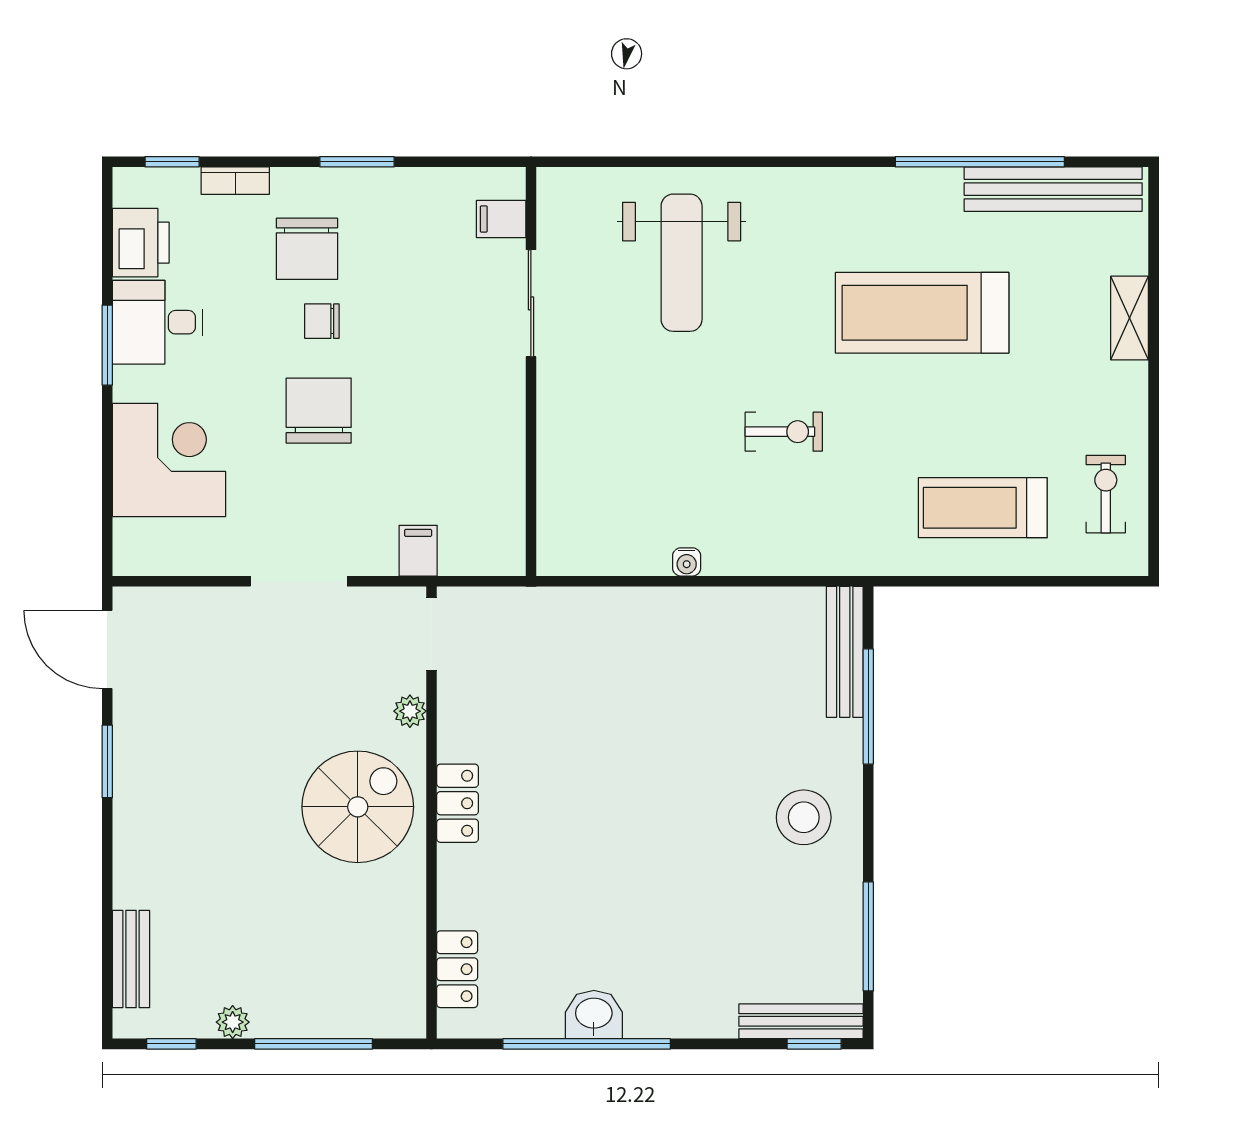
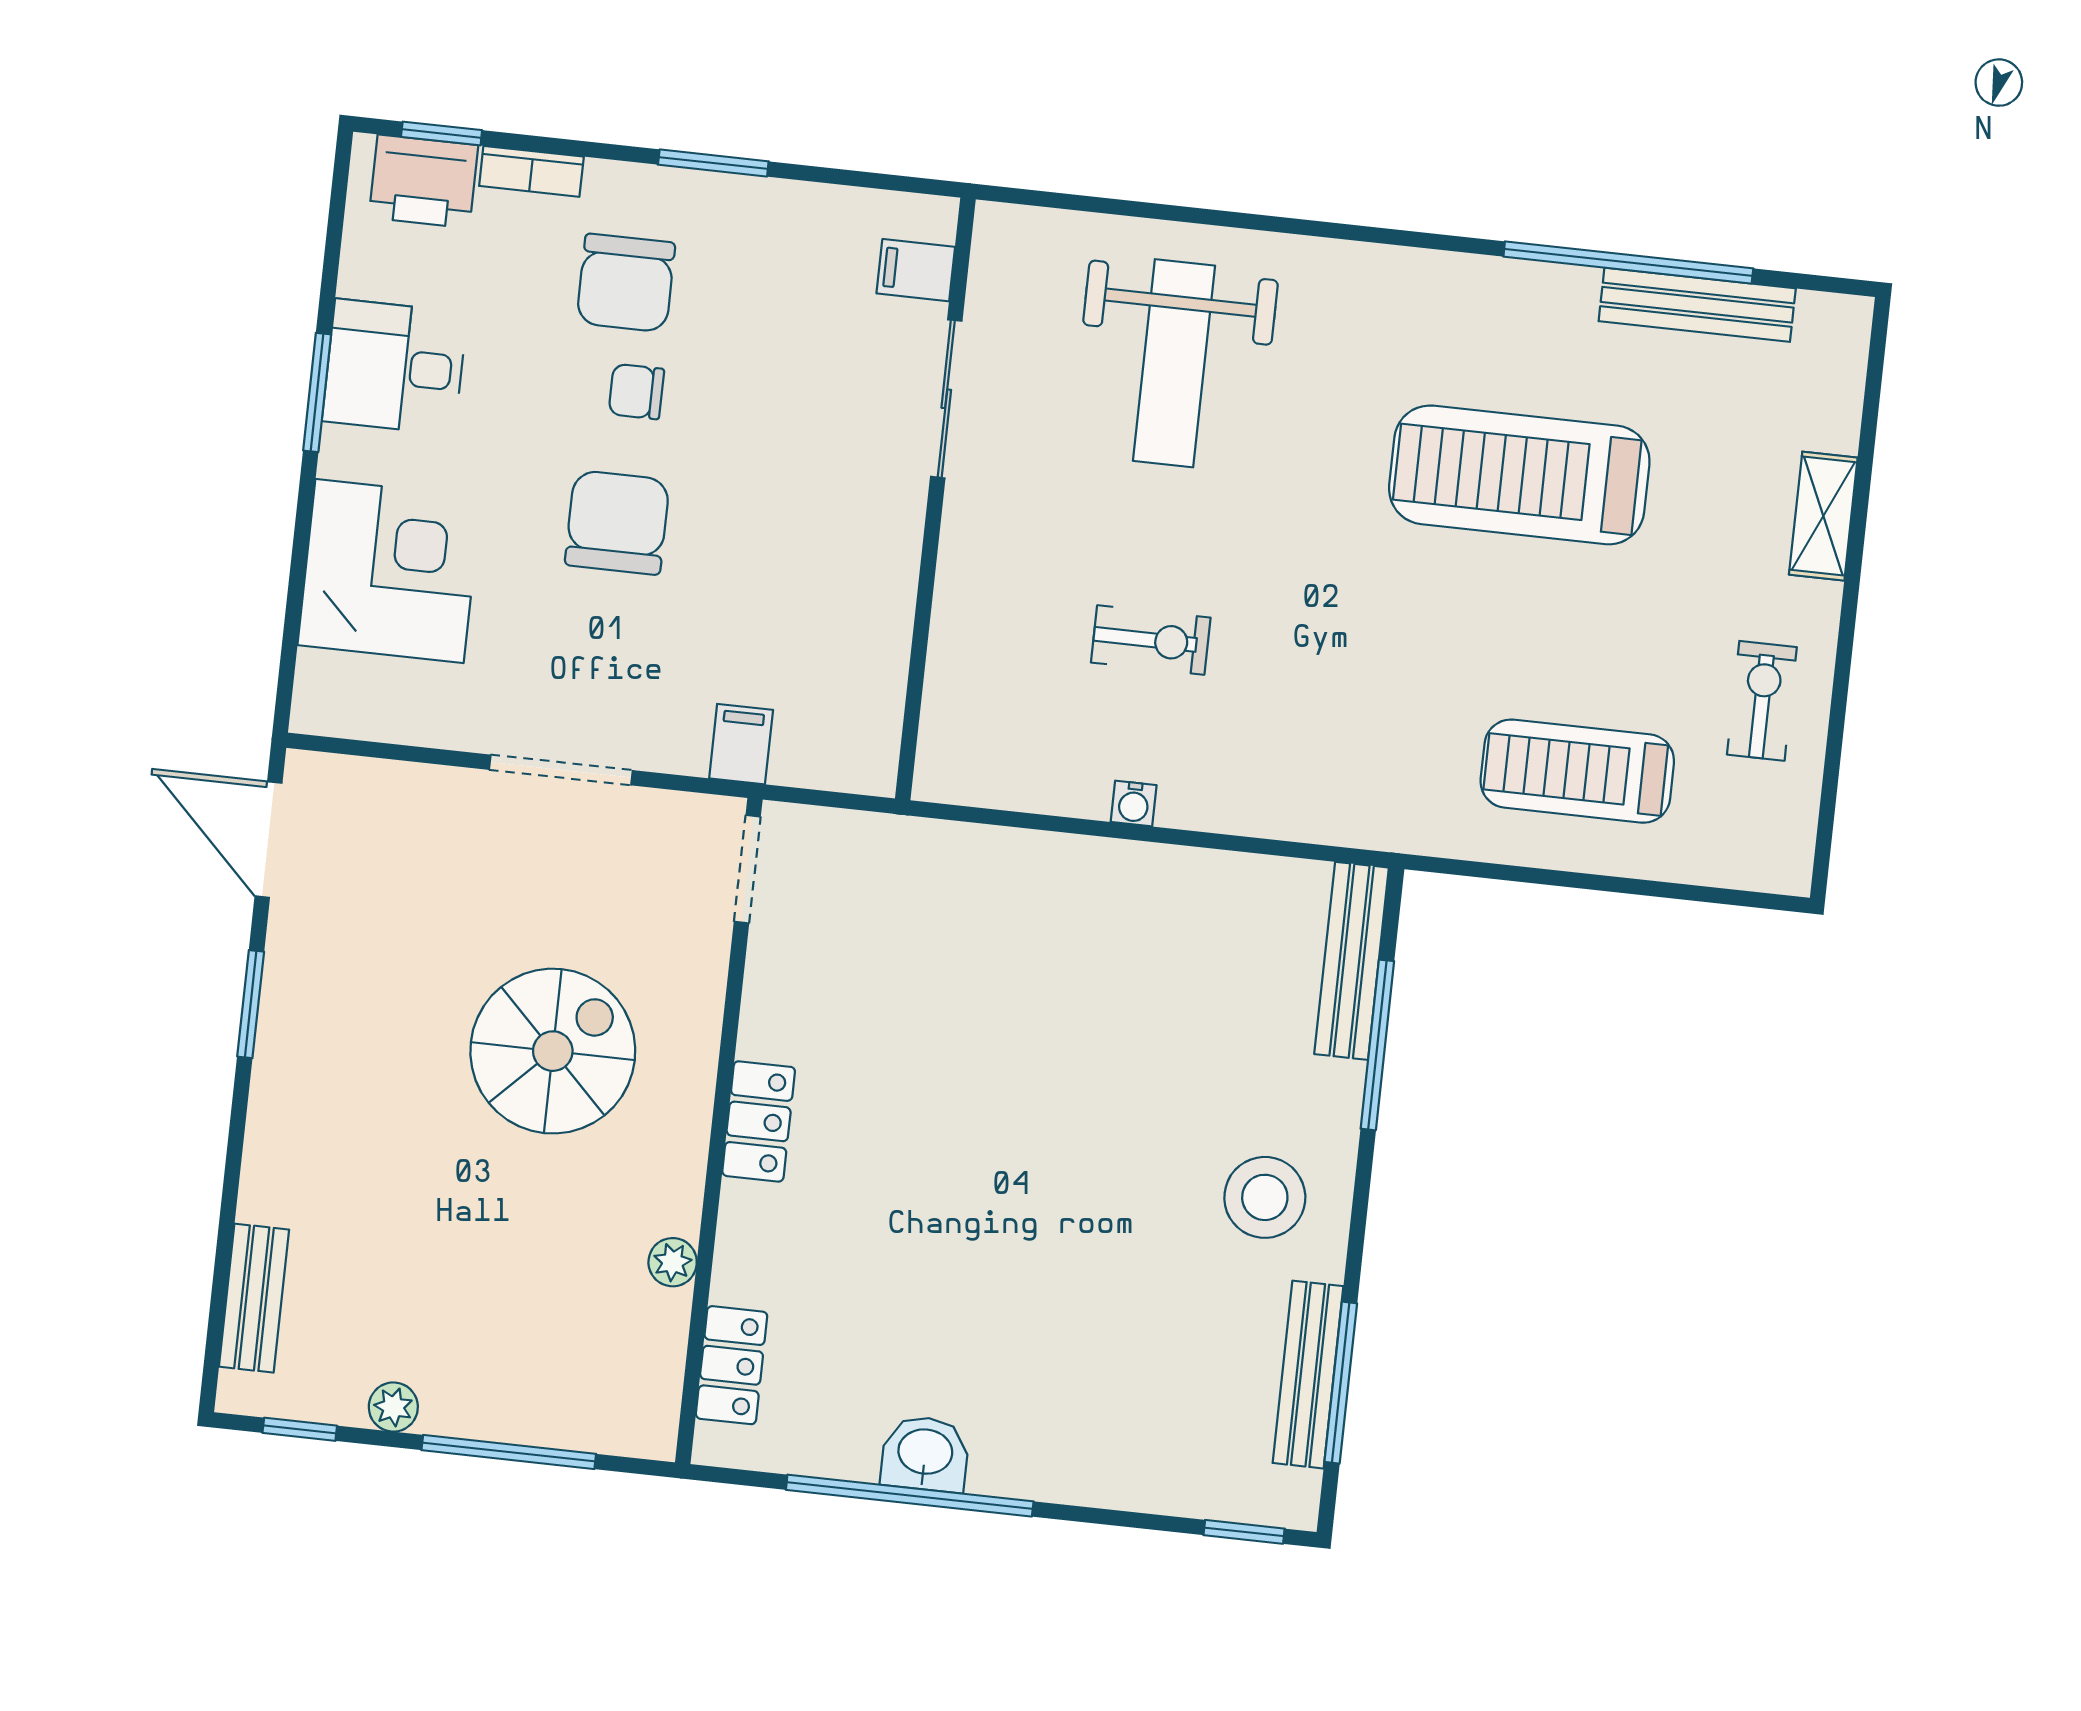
bench: (1053, 189) -> (1697, 305), width x0.73, depth x0.82
printer: (141, 243) -> (423, 181), moved, turned 90
exercise bike: (784, 432) -> (1151, 640), moved
exercise bike: (1106, 494) -> (1762, 701), moved
plant: (410, 711) -> (673, 1262), moved
spiral stairs: (358, 807) -> (553, 1051), moved
bench: (801, 1021) -> (1308, 1375), moved, turned 90

